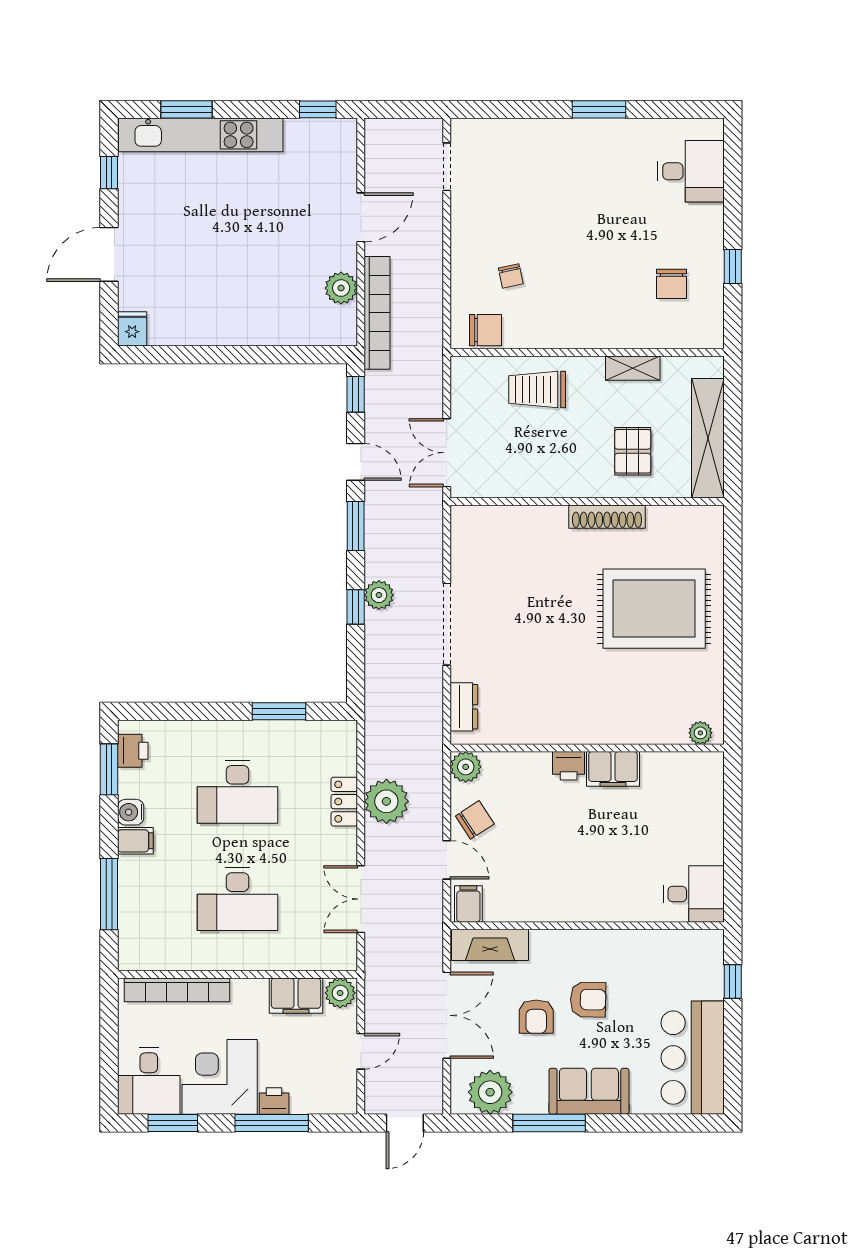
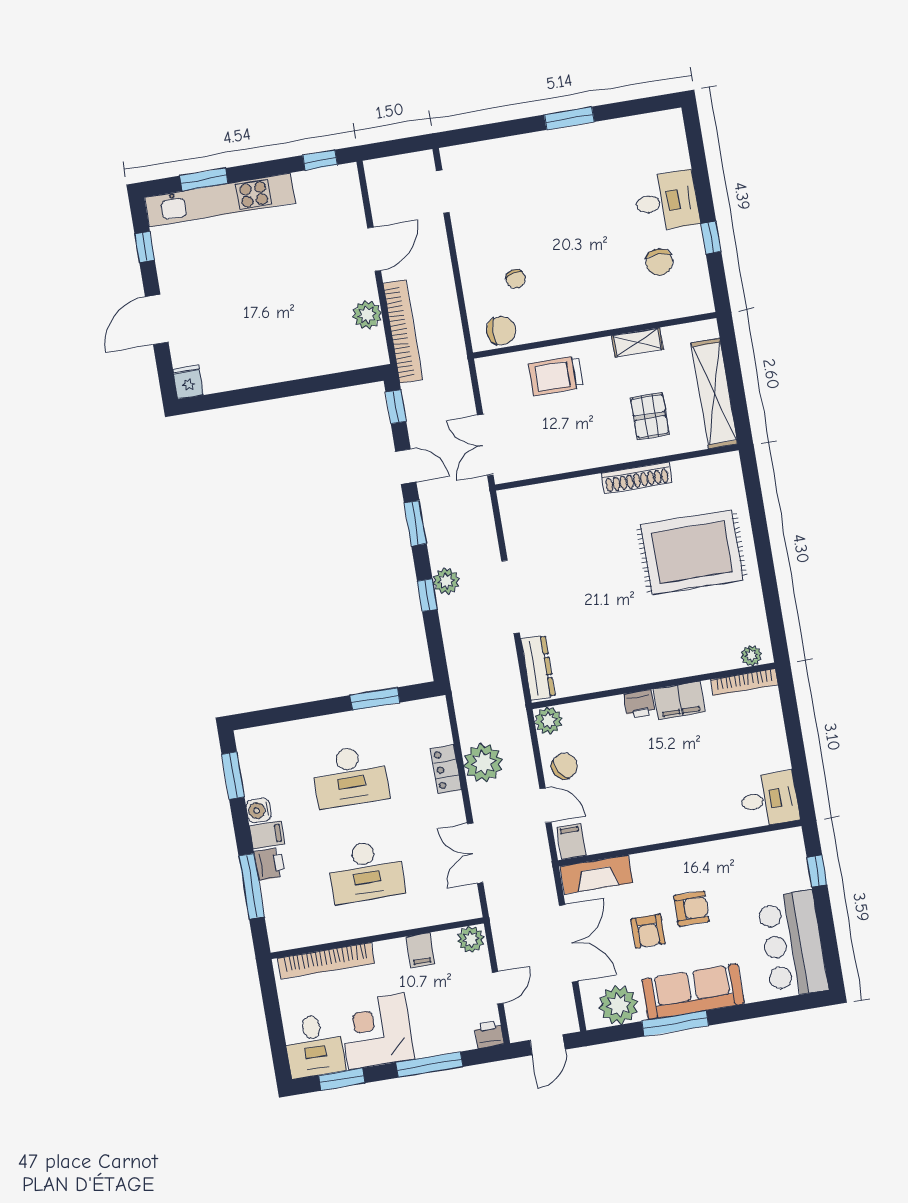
desk: (691, 171) -> (667, 201), moved
dresser: (464, 707) -> (538, 668), width x1.44
printer: (133, 751) -> (269, 864), moved
bookcase: (688, 761) -> (744, 682), added
filing cabinet: (296, 996) -> (420, 950), width x0.50
sofa: (589, 1091) -> (693, 992), width x1.36
printer: (274, 1101) -> (489, 1035), moved

